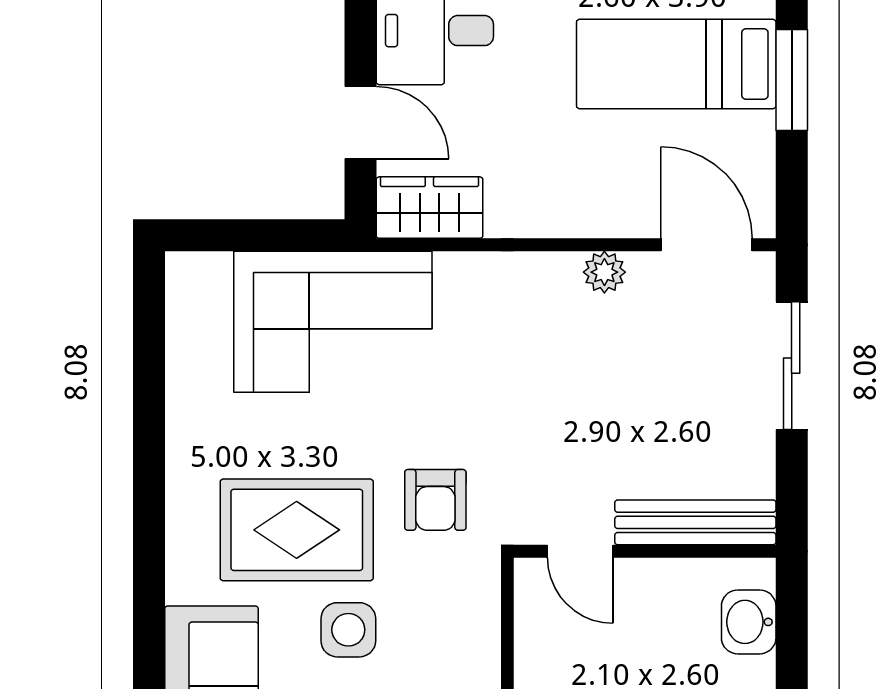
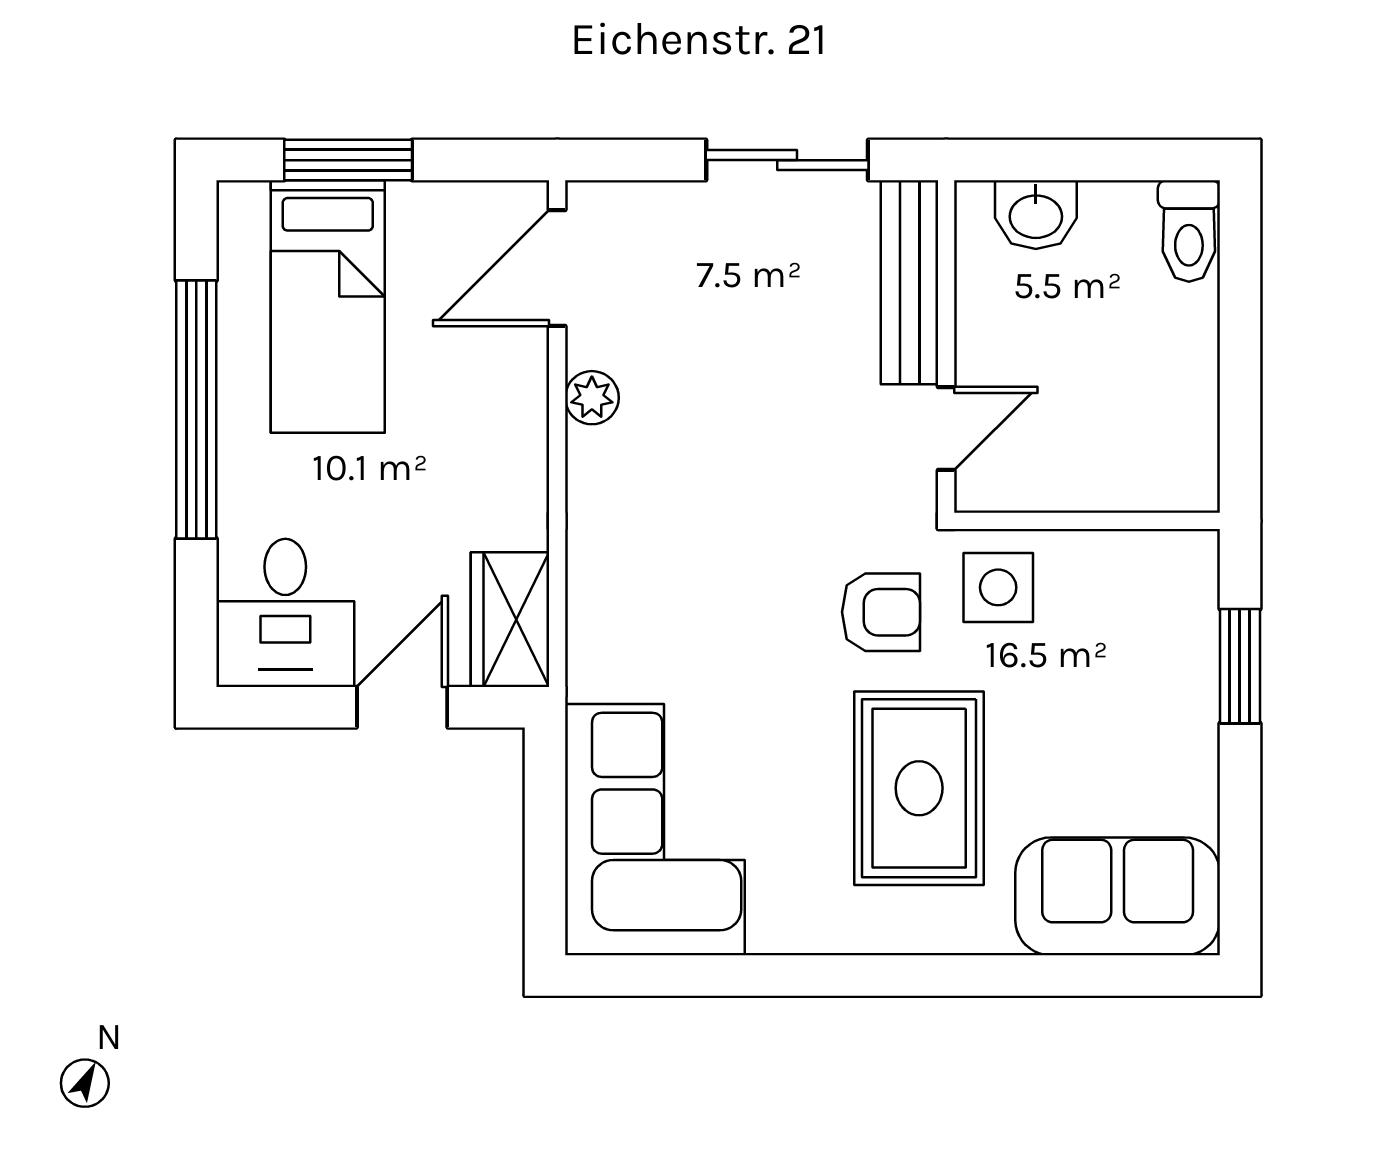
corner sofa: (333, 322) -> (655, 830), moved
sliding door: (792, 366) -> (787, 160), moved
side table: (348, 630) -> (998, 587), moved

